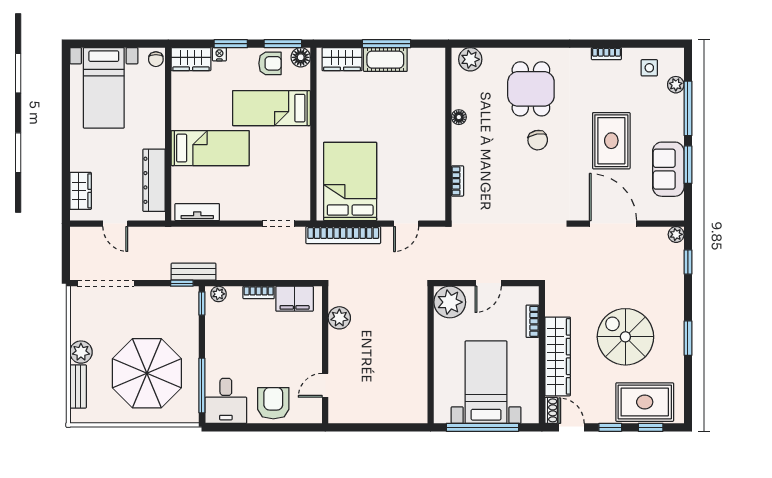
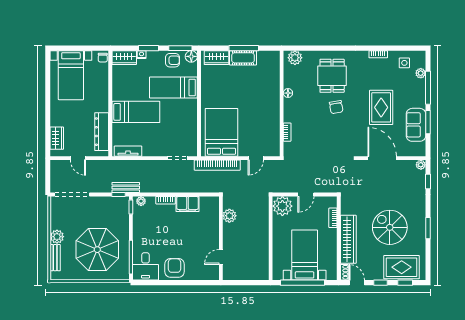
plant: (339, 318) -> (229, 216), moved
wall: (325, 355) -> (221, 238), moved
door: (325, 385) -> (221, 257), moved

